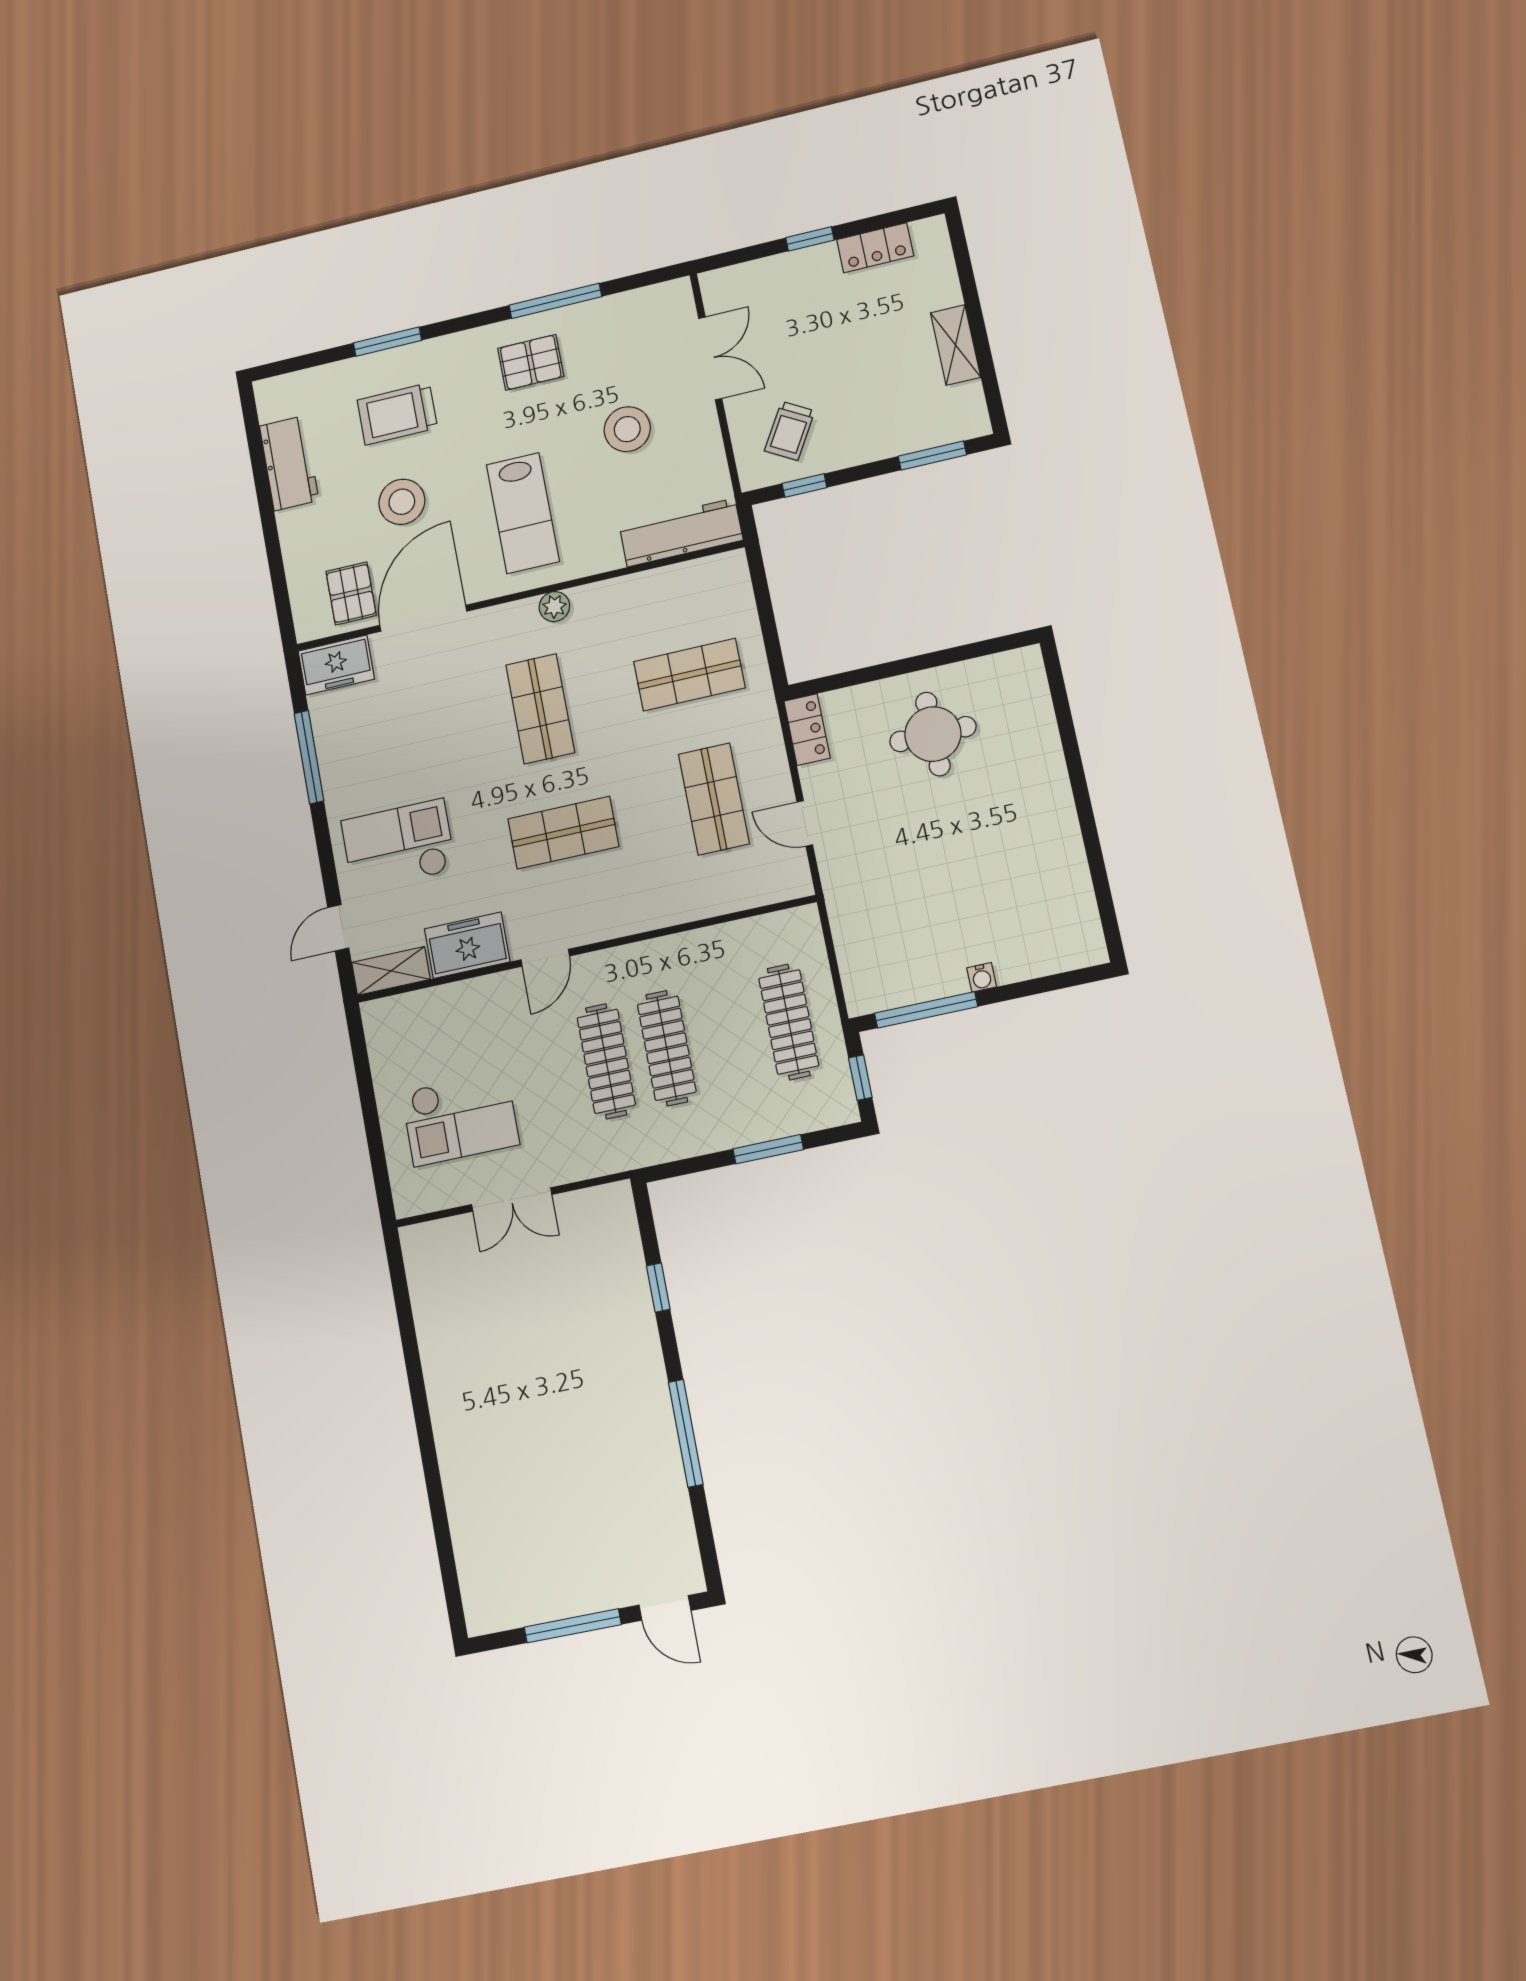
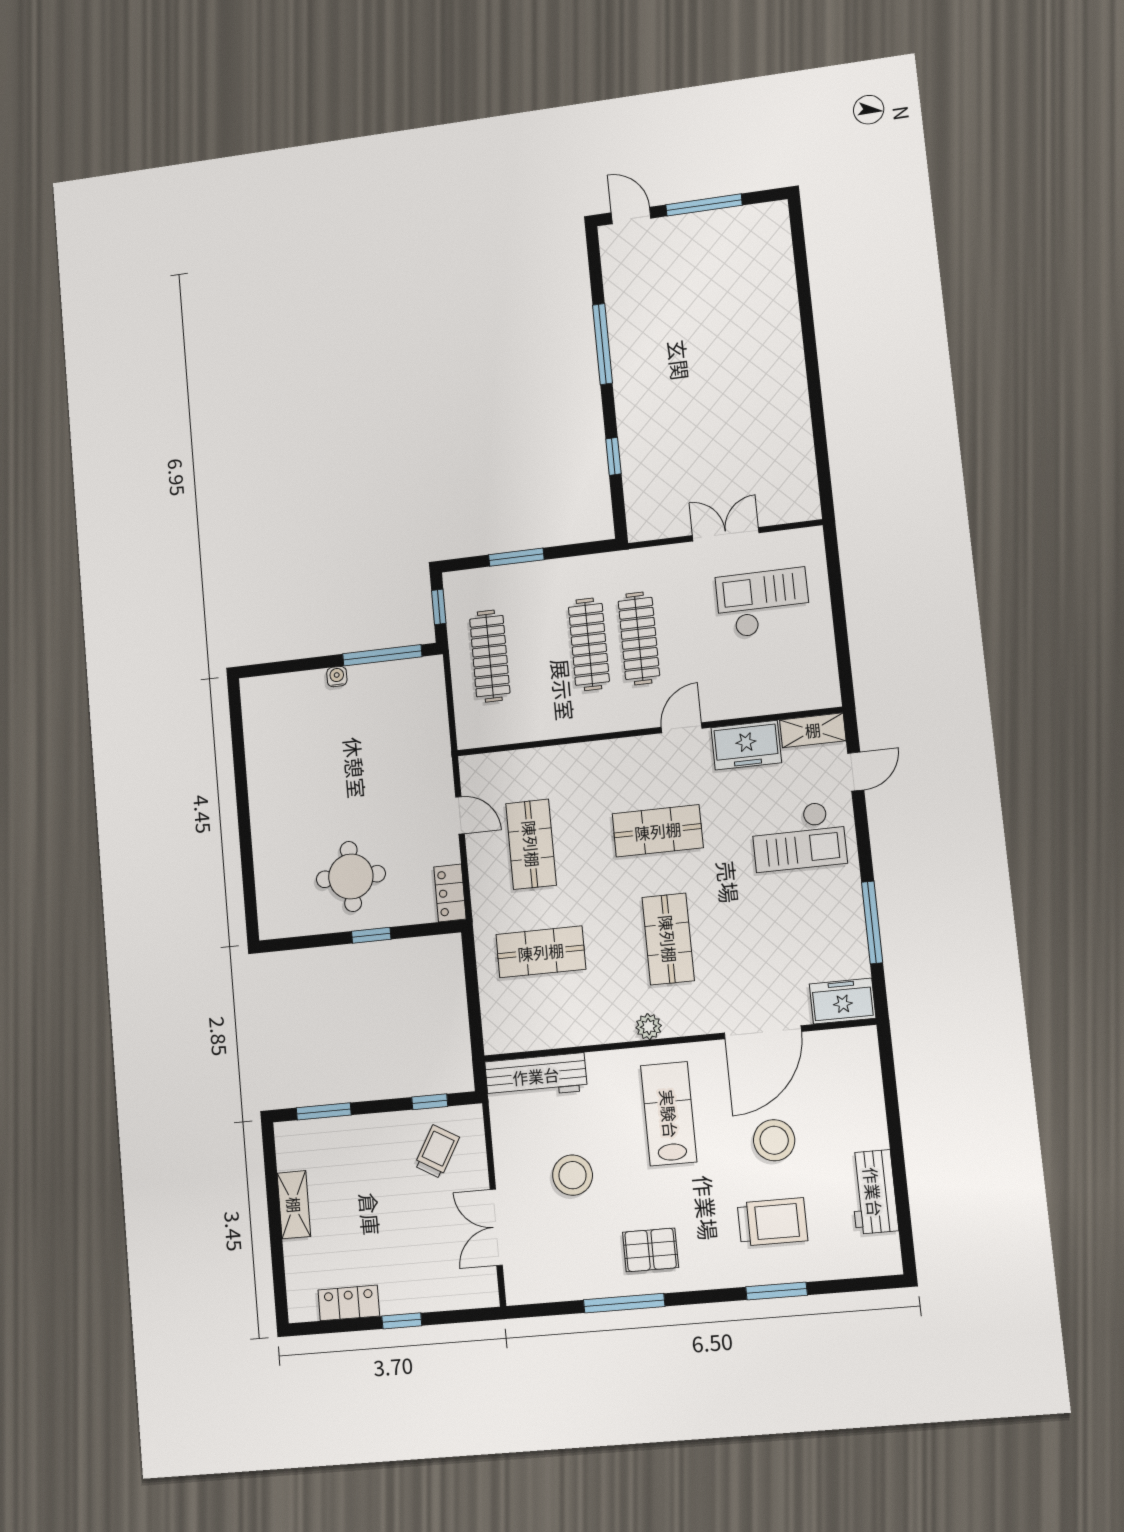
pallet: (351, 593) -> (825, 1064), removed
window: (899, 667) -> (371, 935), added

